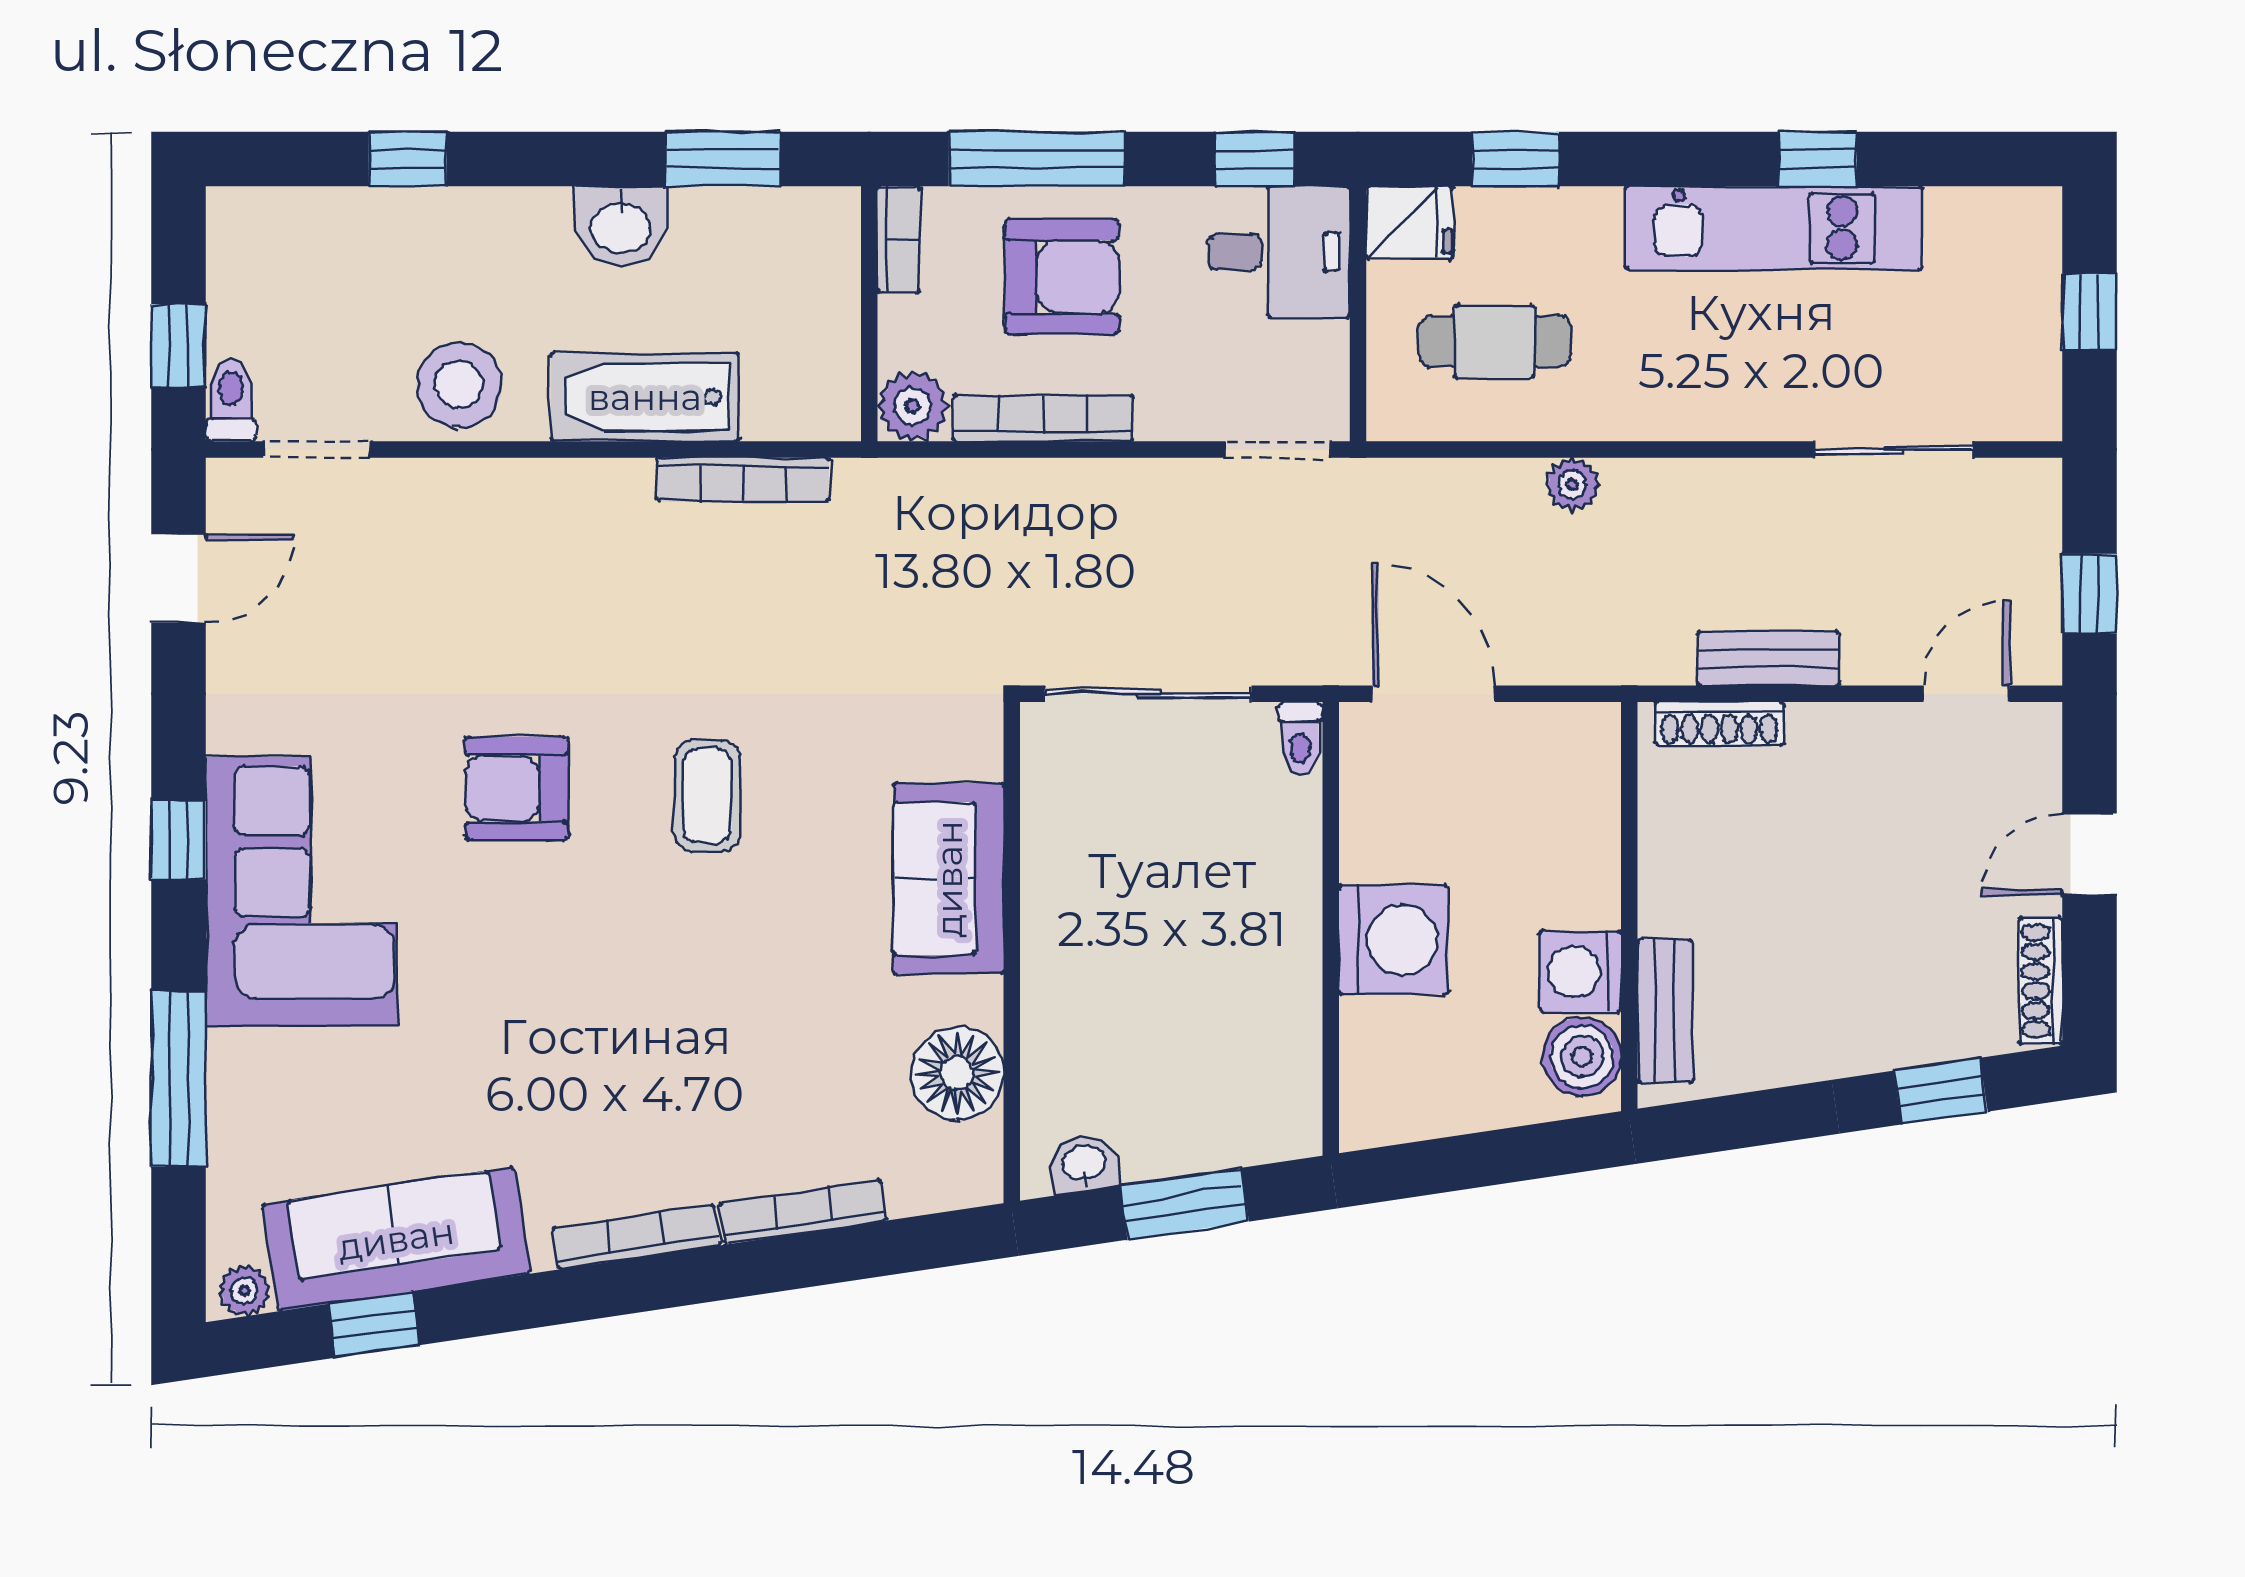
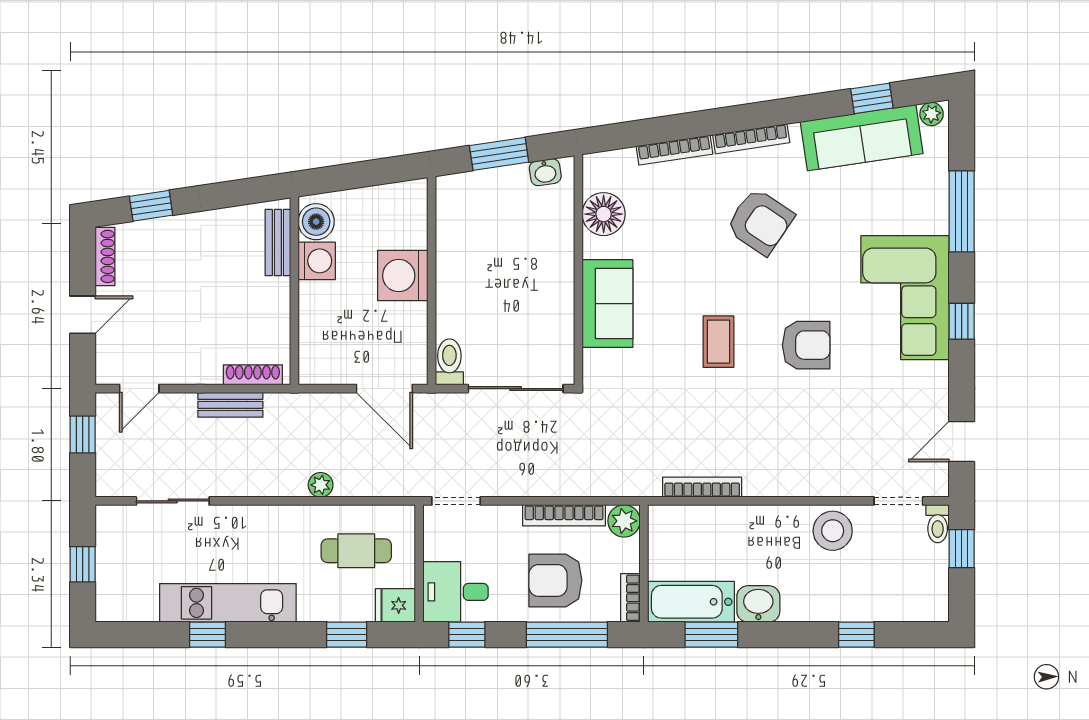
bathtub: (645, 397) -> (691, 602), moved, turned 180
toilet: (1300, 738) -> (449, 362), width x1.37, depth x1.39
armchair: (617, 1057) -> (760, 222), added

